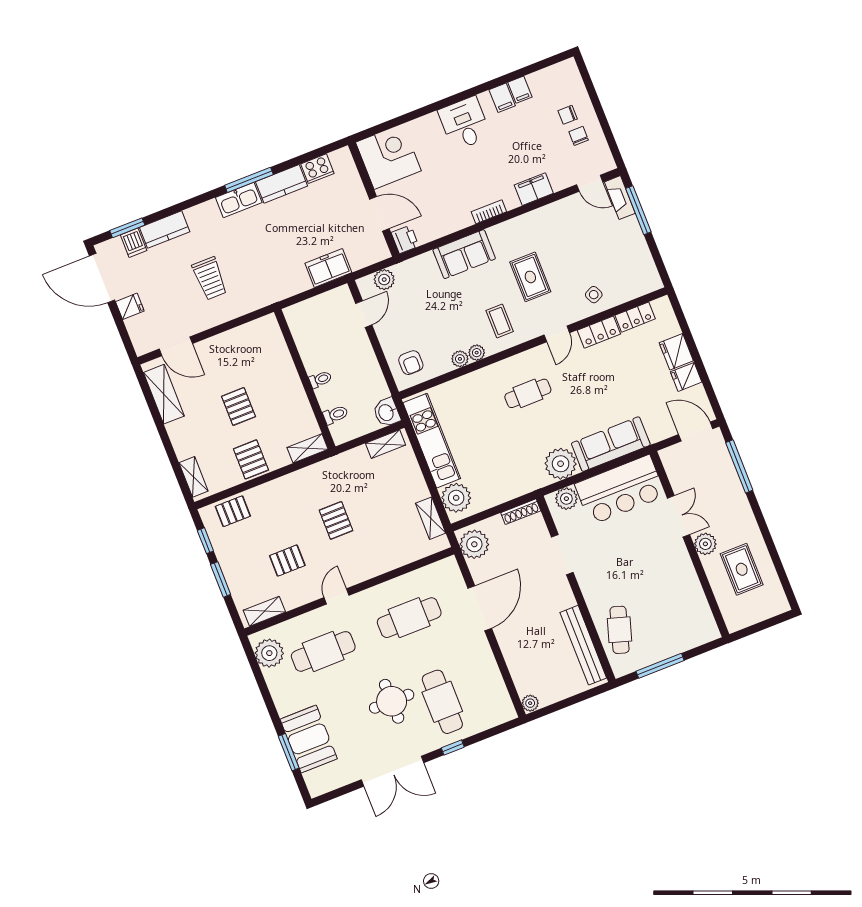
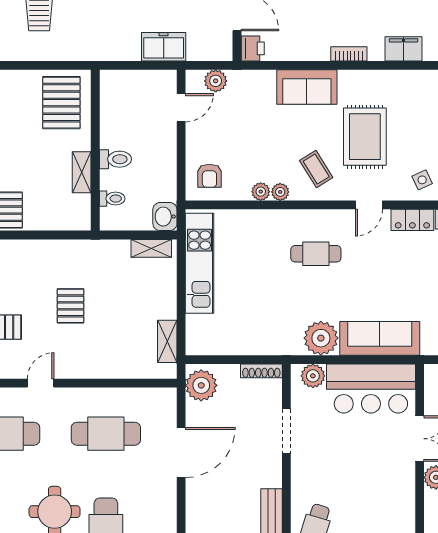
rug: (530, 277) -> (365, 137), width x1.36, depth x1.43
coffee table: (500, 321) -> (316, 169), turned -32
toilet: (320, 379) -> (115, 159), width x1.37, depth x1.39
pallet: (238, 406) -> (61, 103), moved, width x1.50, depth x1.42
shelving: (307, 448) -> (82, 172), moved, turned 90
plant: (456, 498) -> (201, 331), removed

